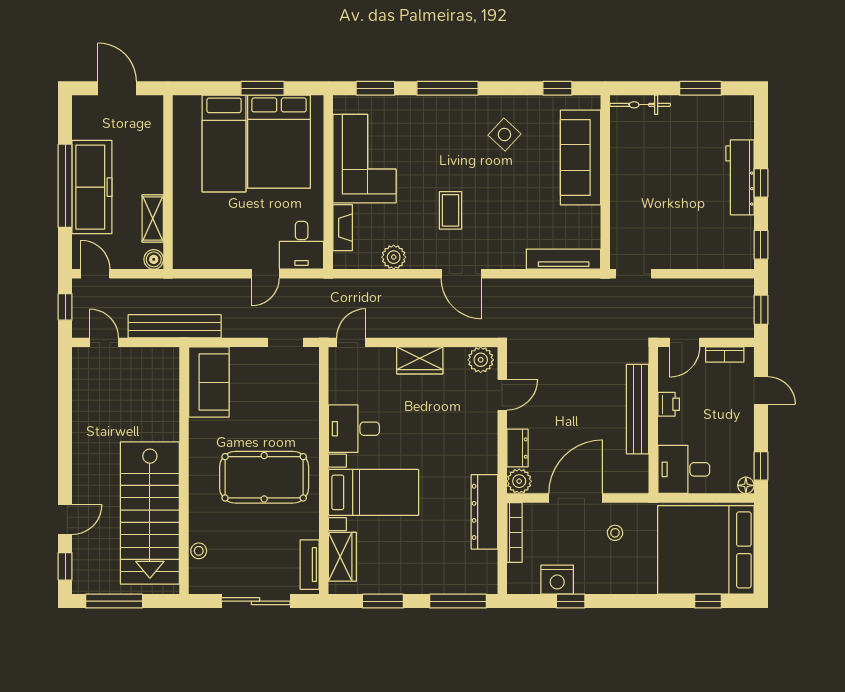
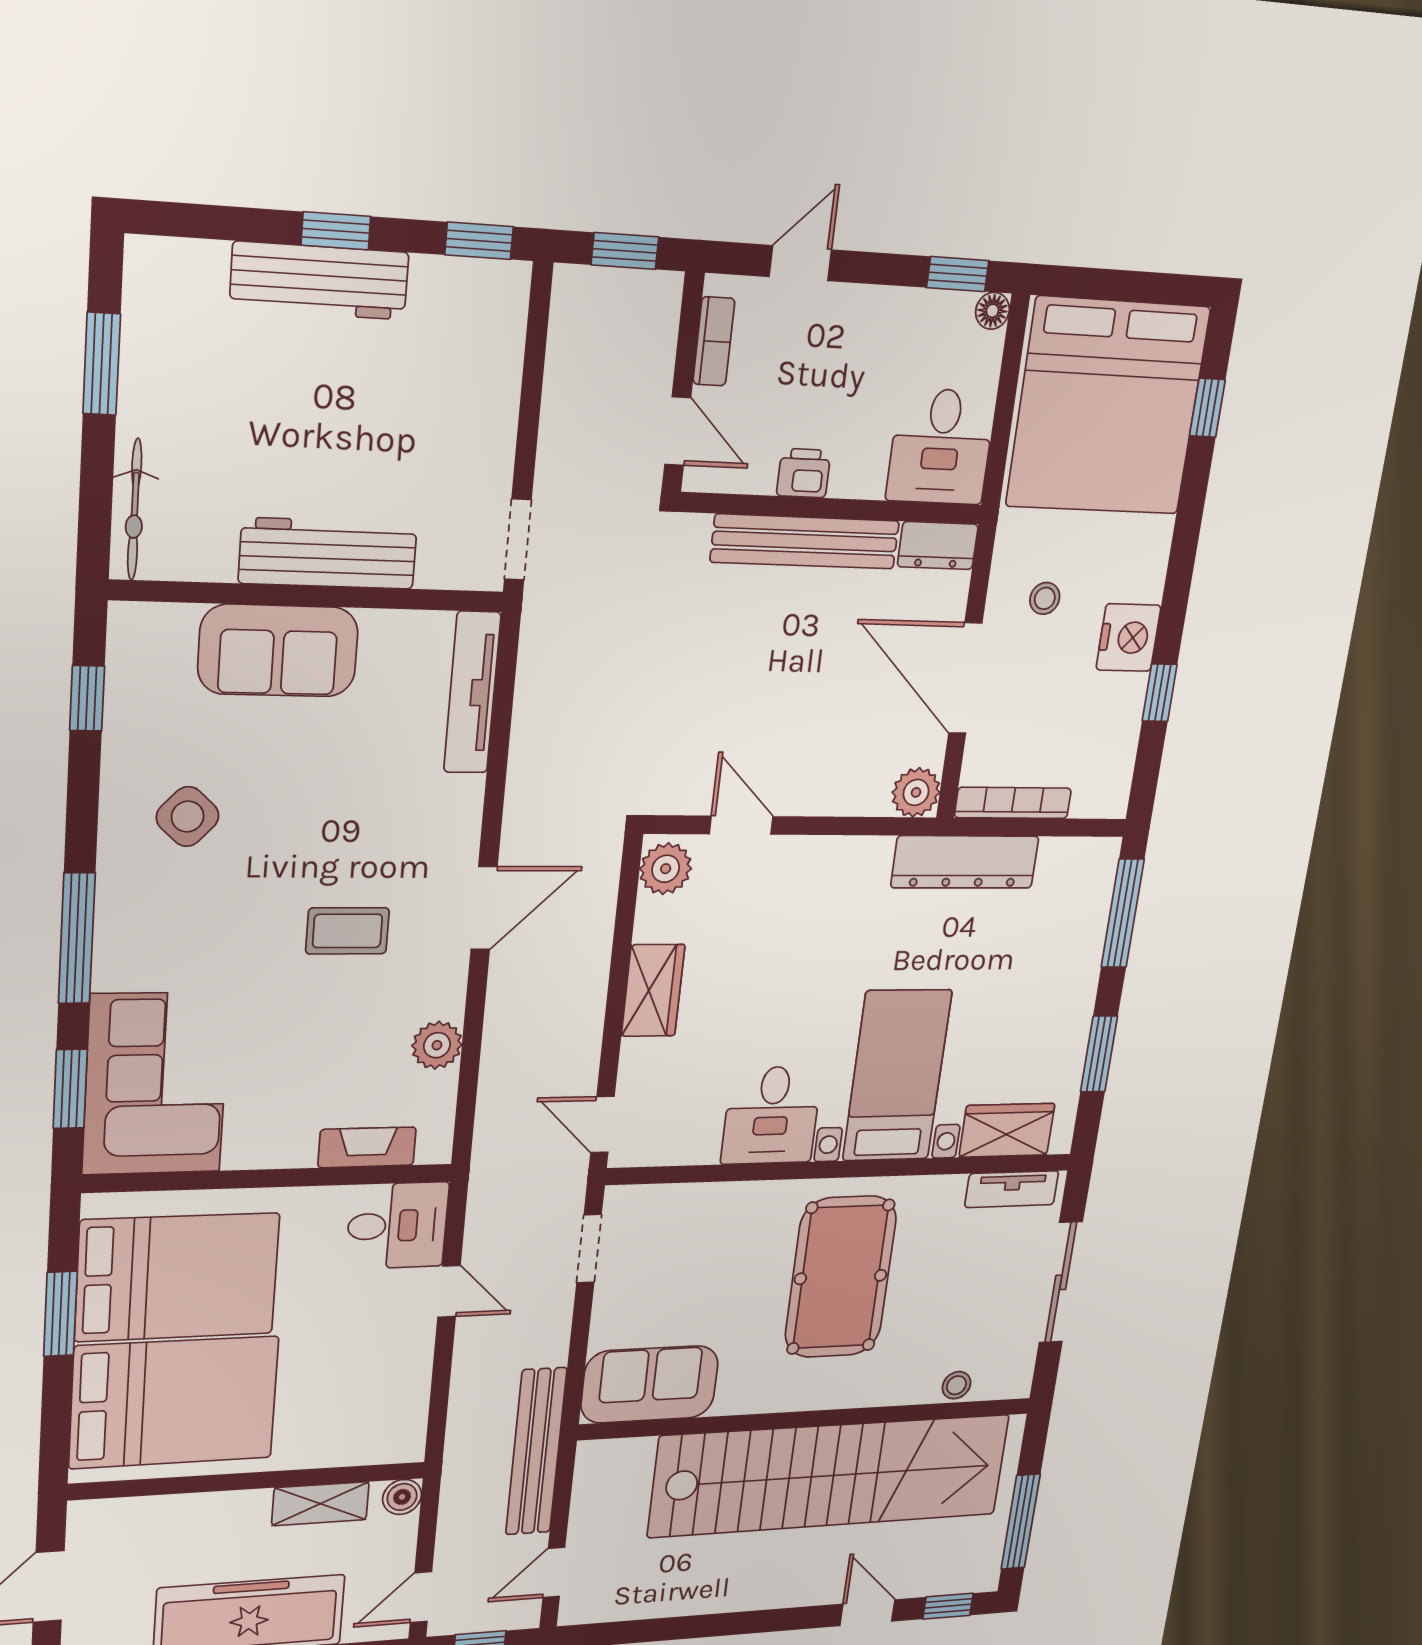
bed: (224, 144) -> (174, 1402), width x1.50
sofa: (581, 158) -> (278, 651), width x0.73
corner sofa: (364, 159) -> (156, 1084), moved, turned 90
workbench: (624, 189) -> (328, 553), added
dresser: (517, 448) -> (938, 546), moved, turned 180
stairs: (150, 513) -> (830, 1476), width x1.36
nightstand: (557, 580) -> (1128, 638), moved

